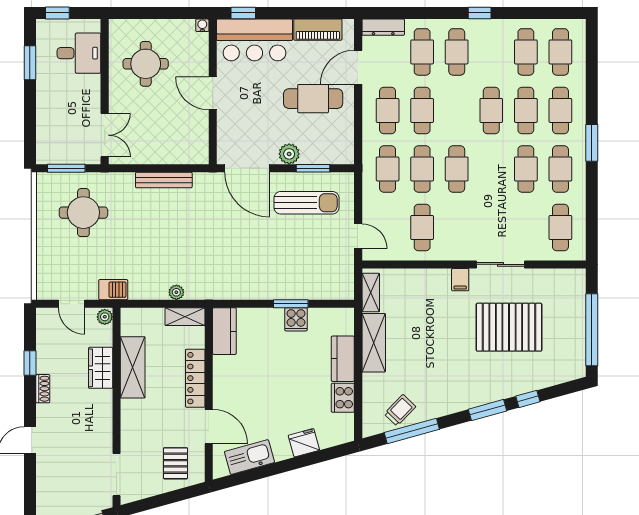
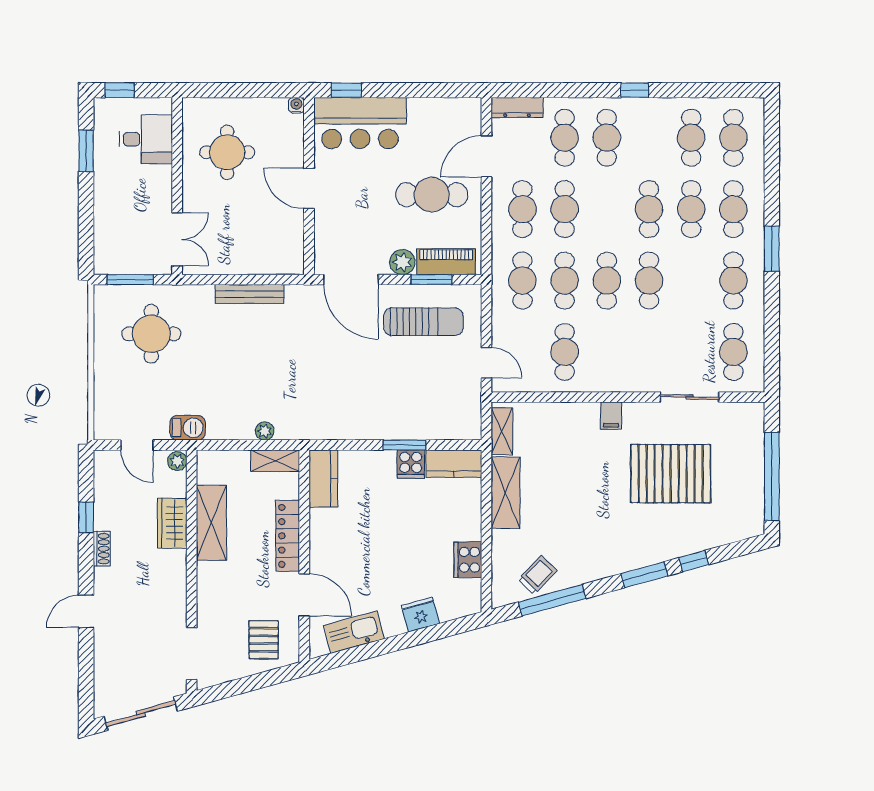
piano: (318, 30) -> (446, 262), moved, turned 180
cafe table: (526, 169) -> (649, 281), moved
sliding door: (500, 264) -> (690, 397), moved
kitchen counter: (343, 359) -> (454, 464), moved, turned -90

